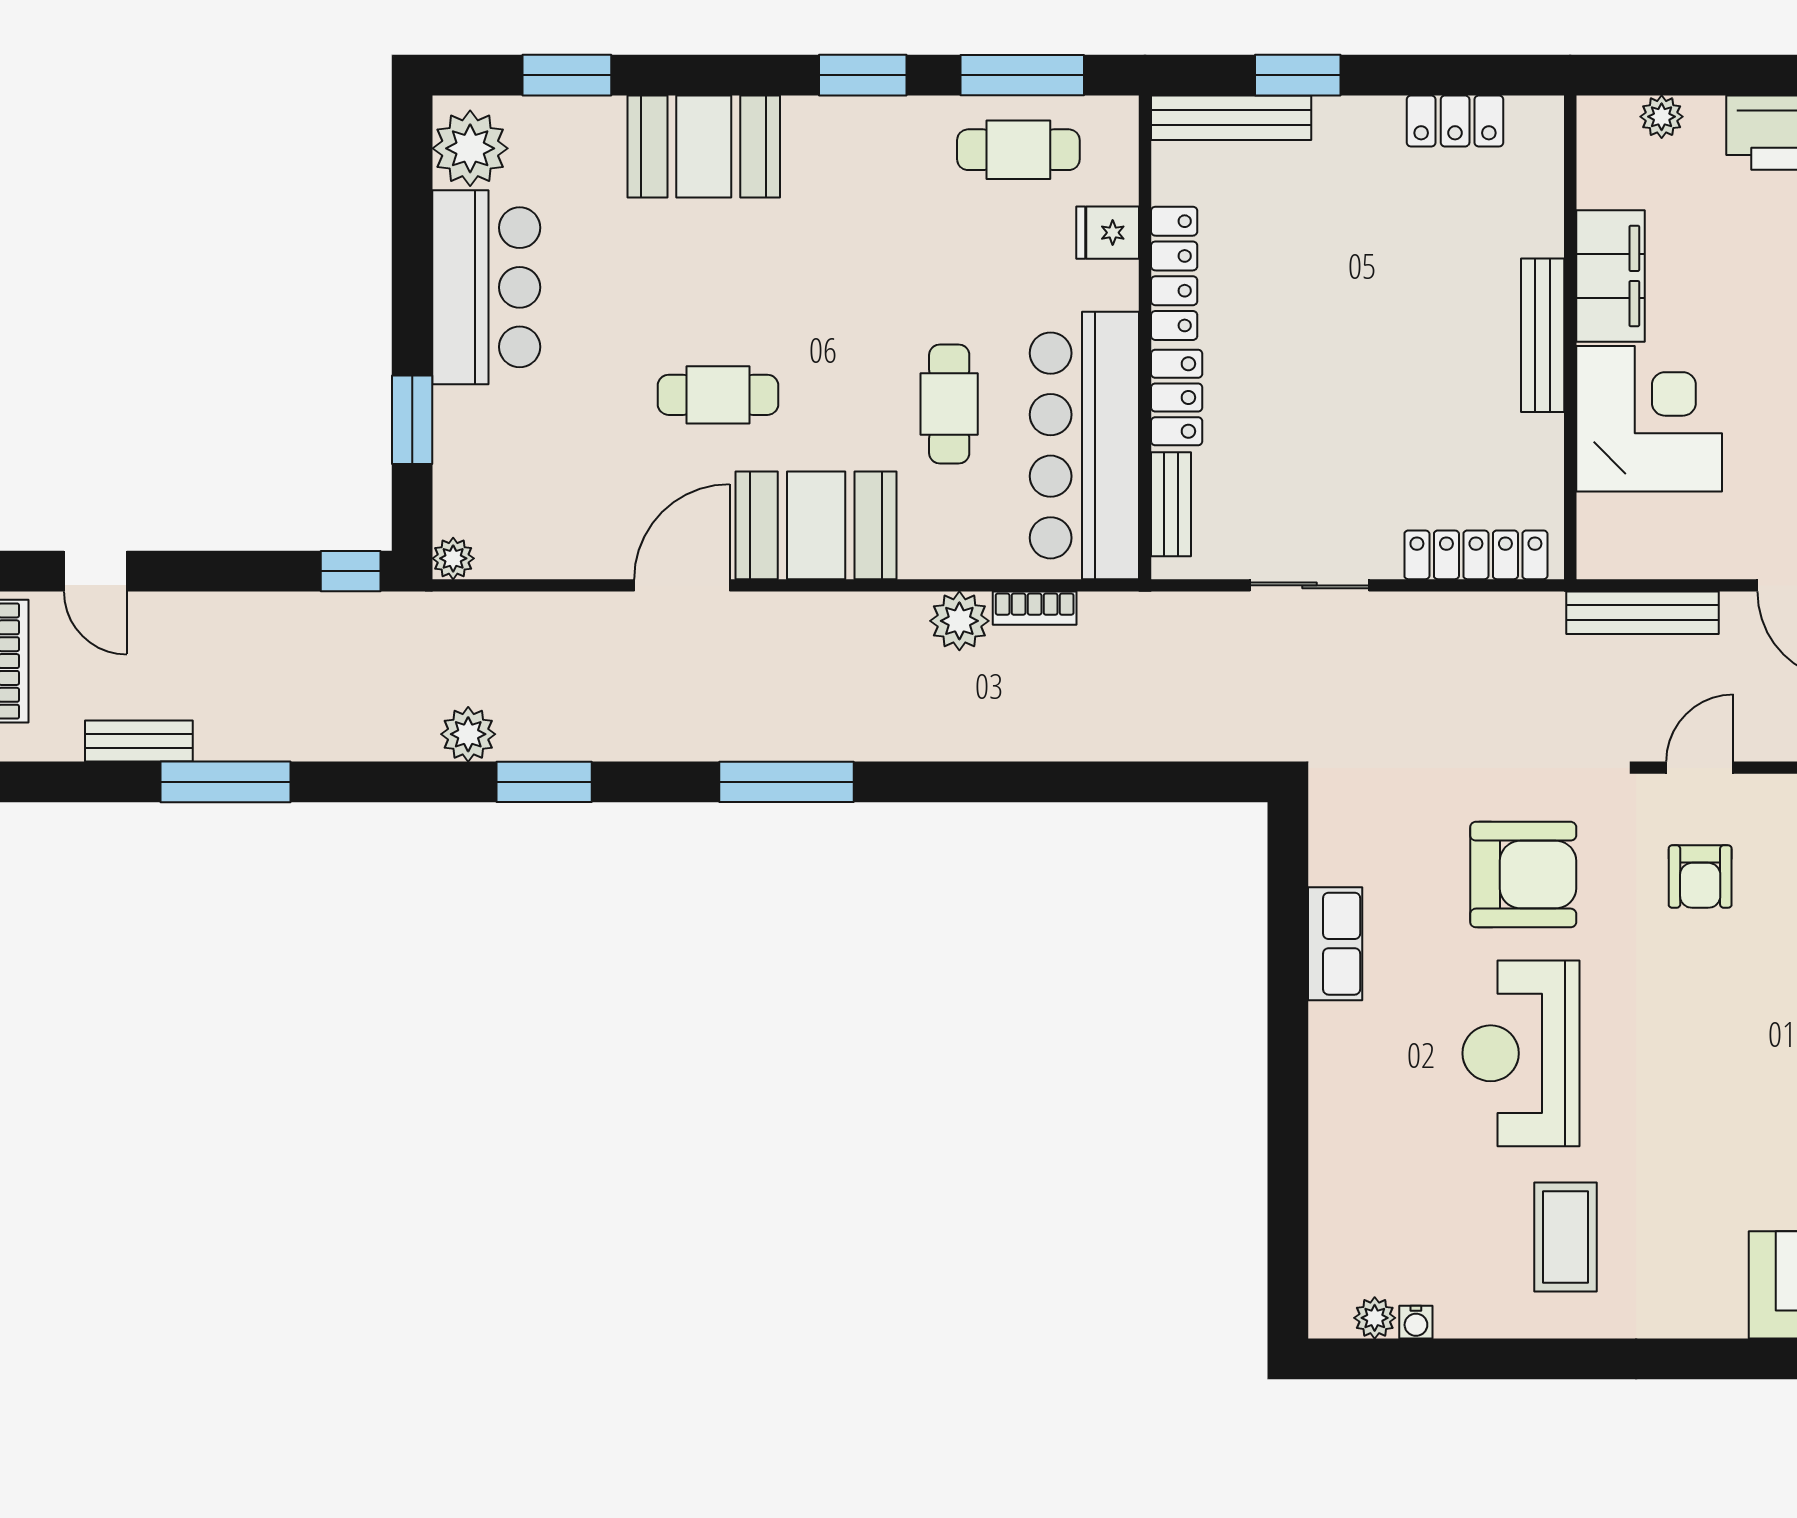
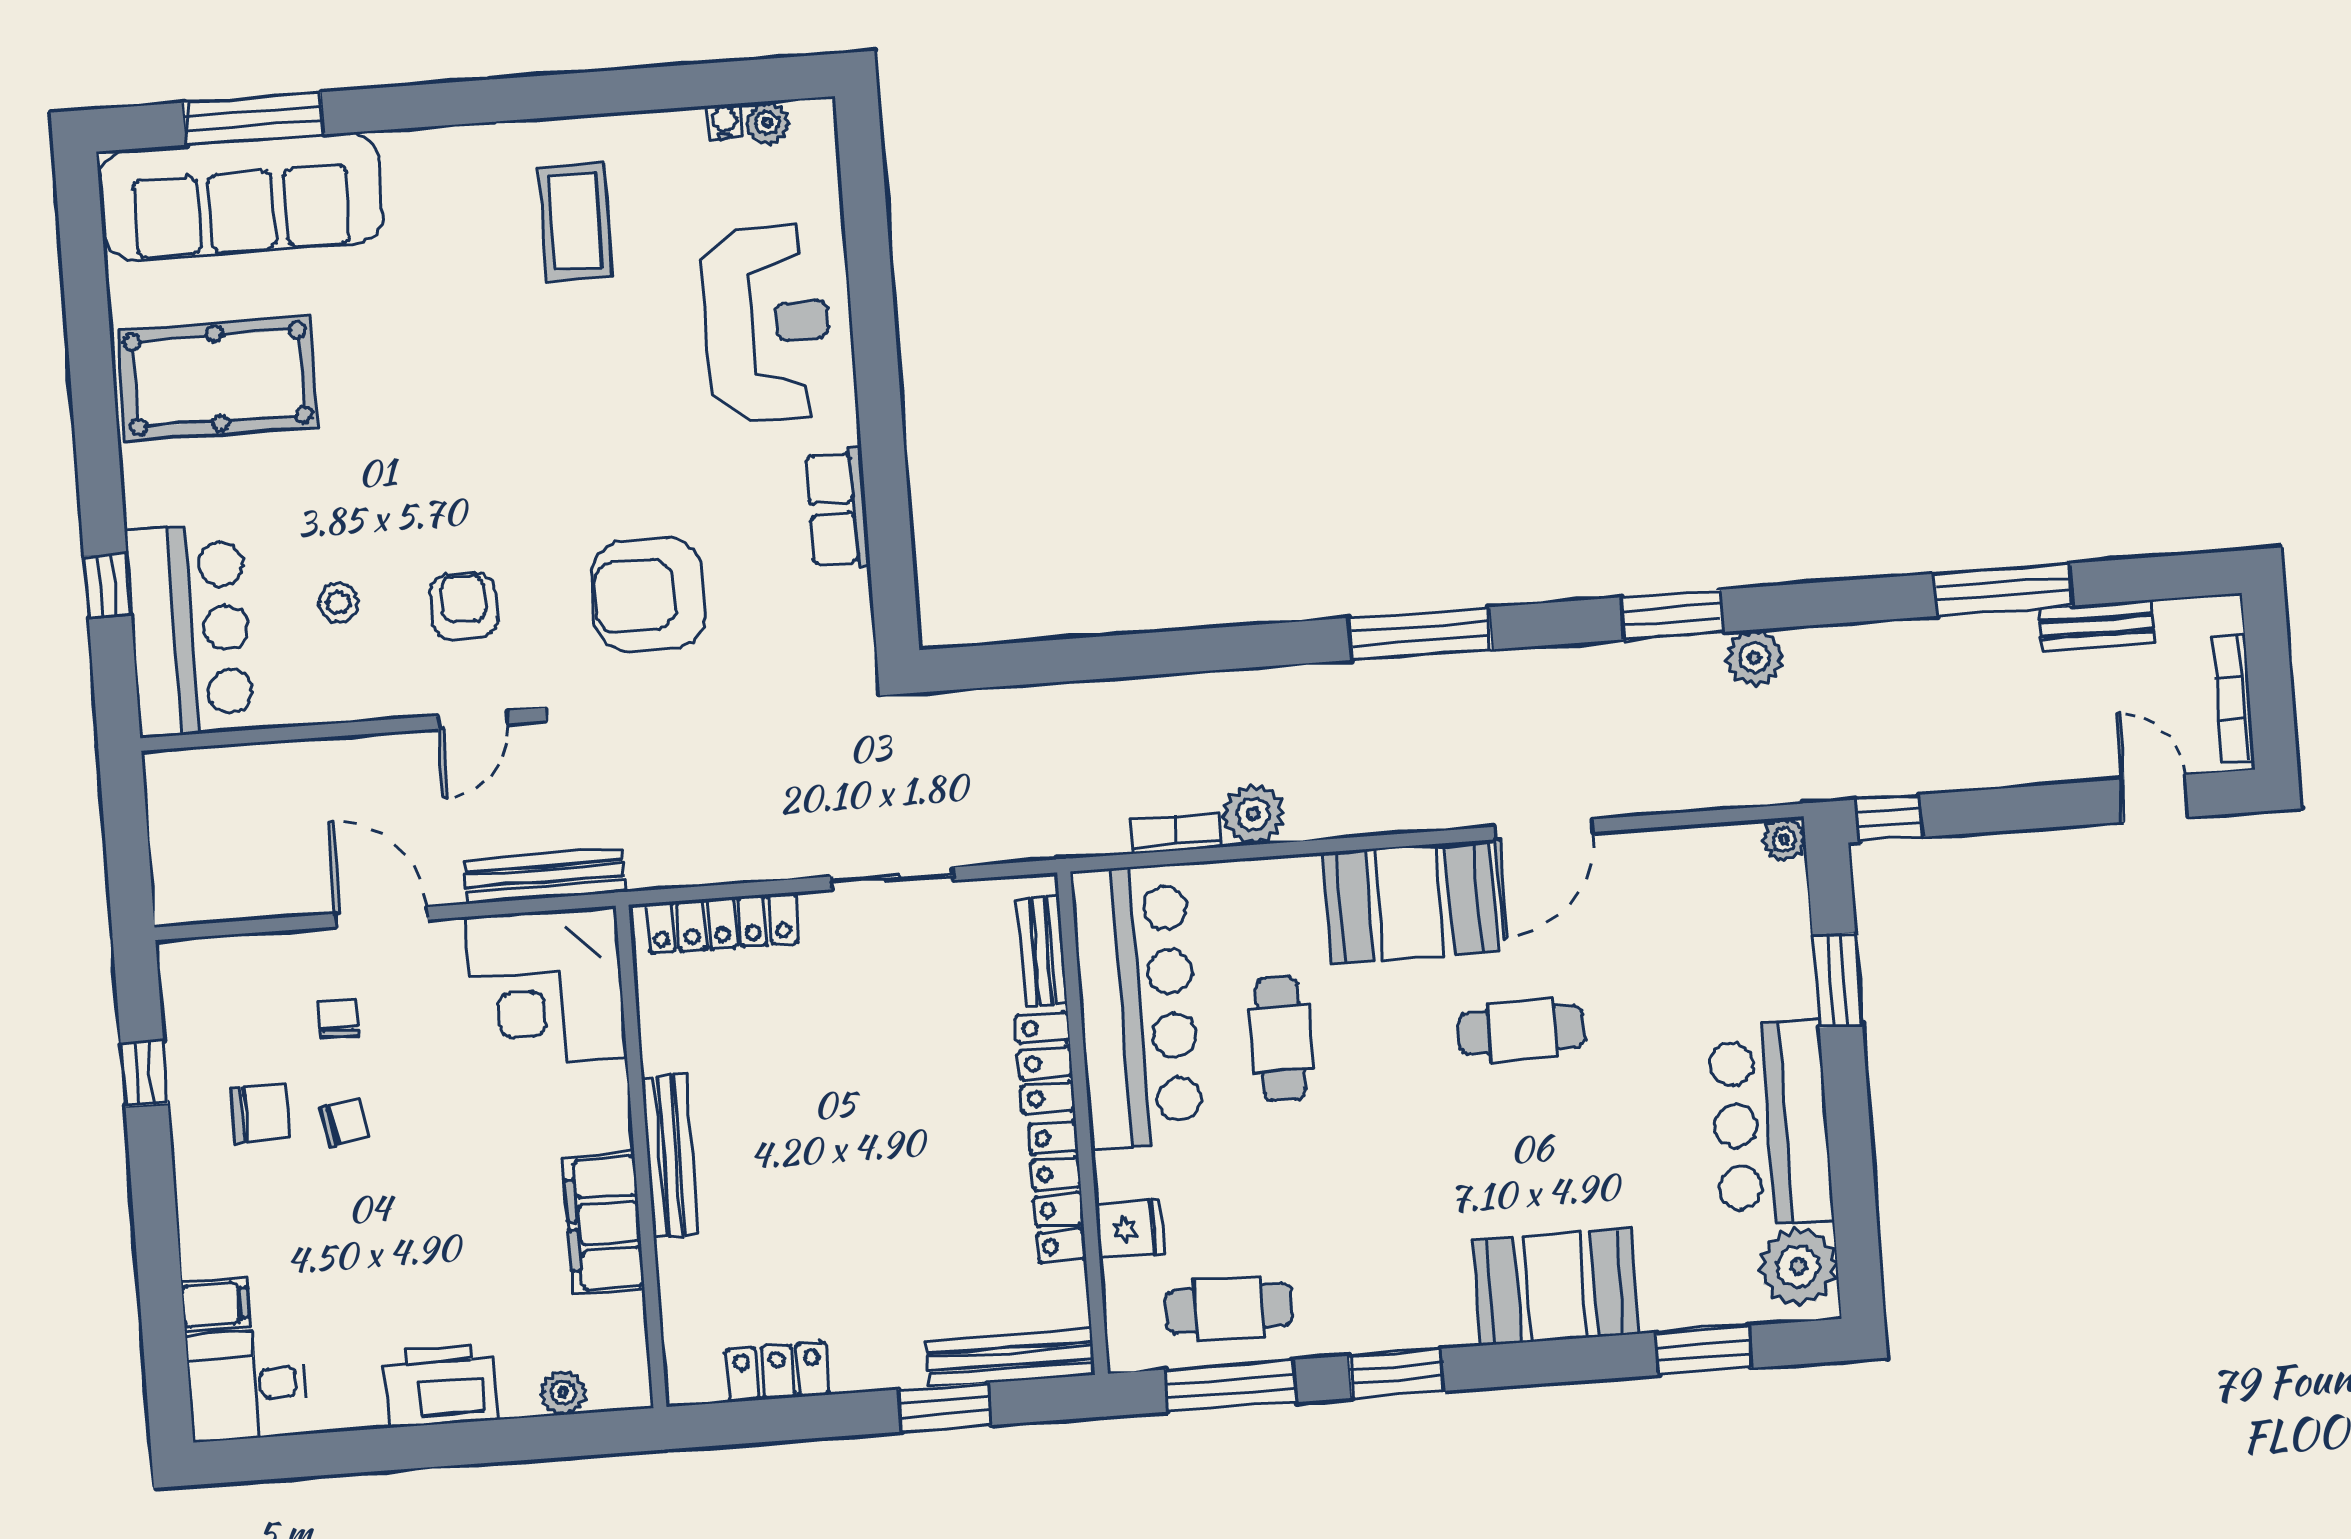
corner desk: (1649, 419) -> (546, 987), moved
reception desk: (1521, 1053) -> (767, 323), moved

